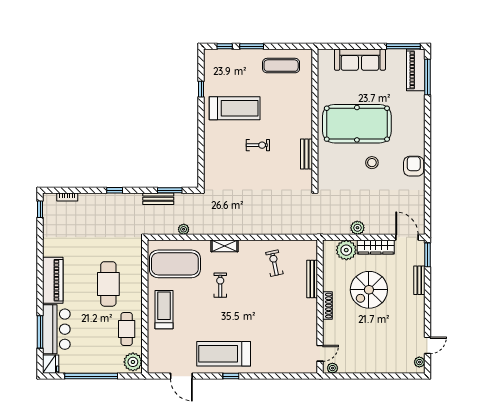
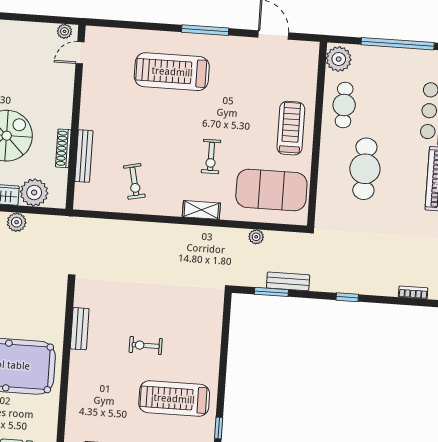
shoe rack: (327, 306) -> (63, 148), moved
treadmill: (164, 310) -> (291, 128), turned 180
treadmill: (224, 354) -> (172, 72), moved, turned 180
window: (231, 376) -> (205, 30), width x2.17

